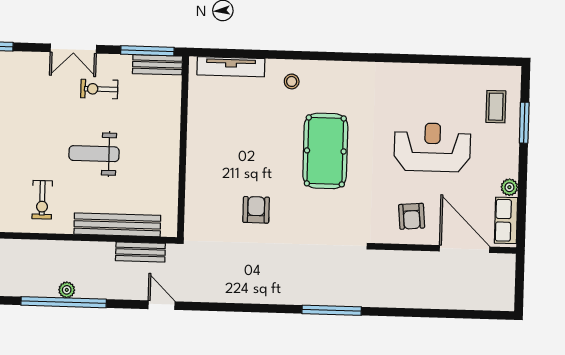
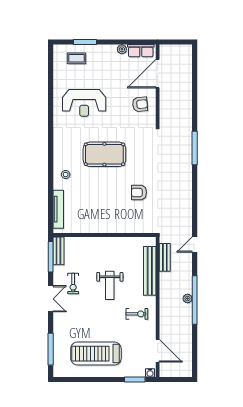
reception desk: (432, 147) -> (84, 103), moved, turned -90

